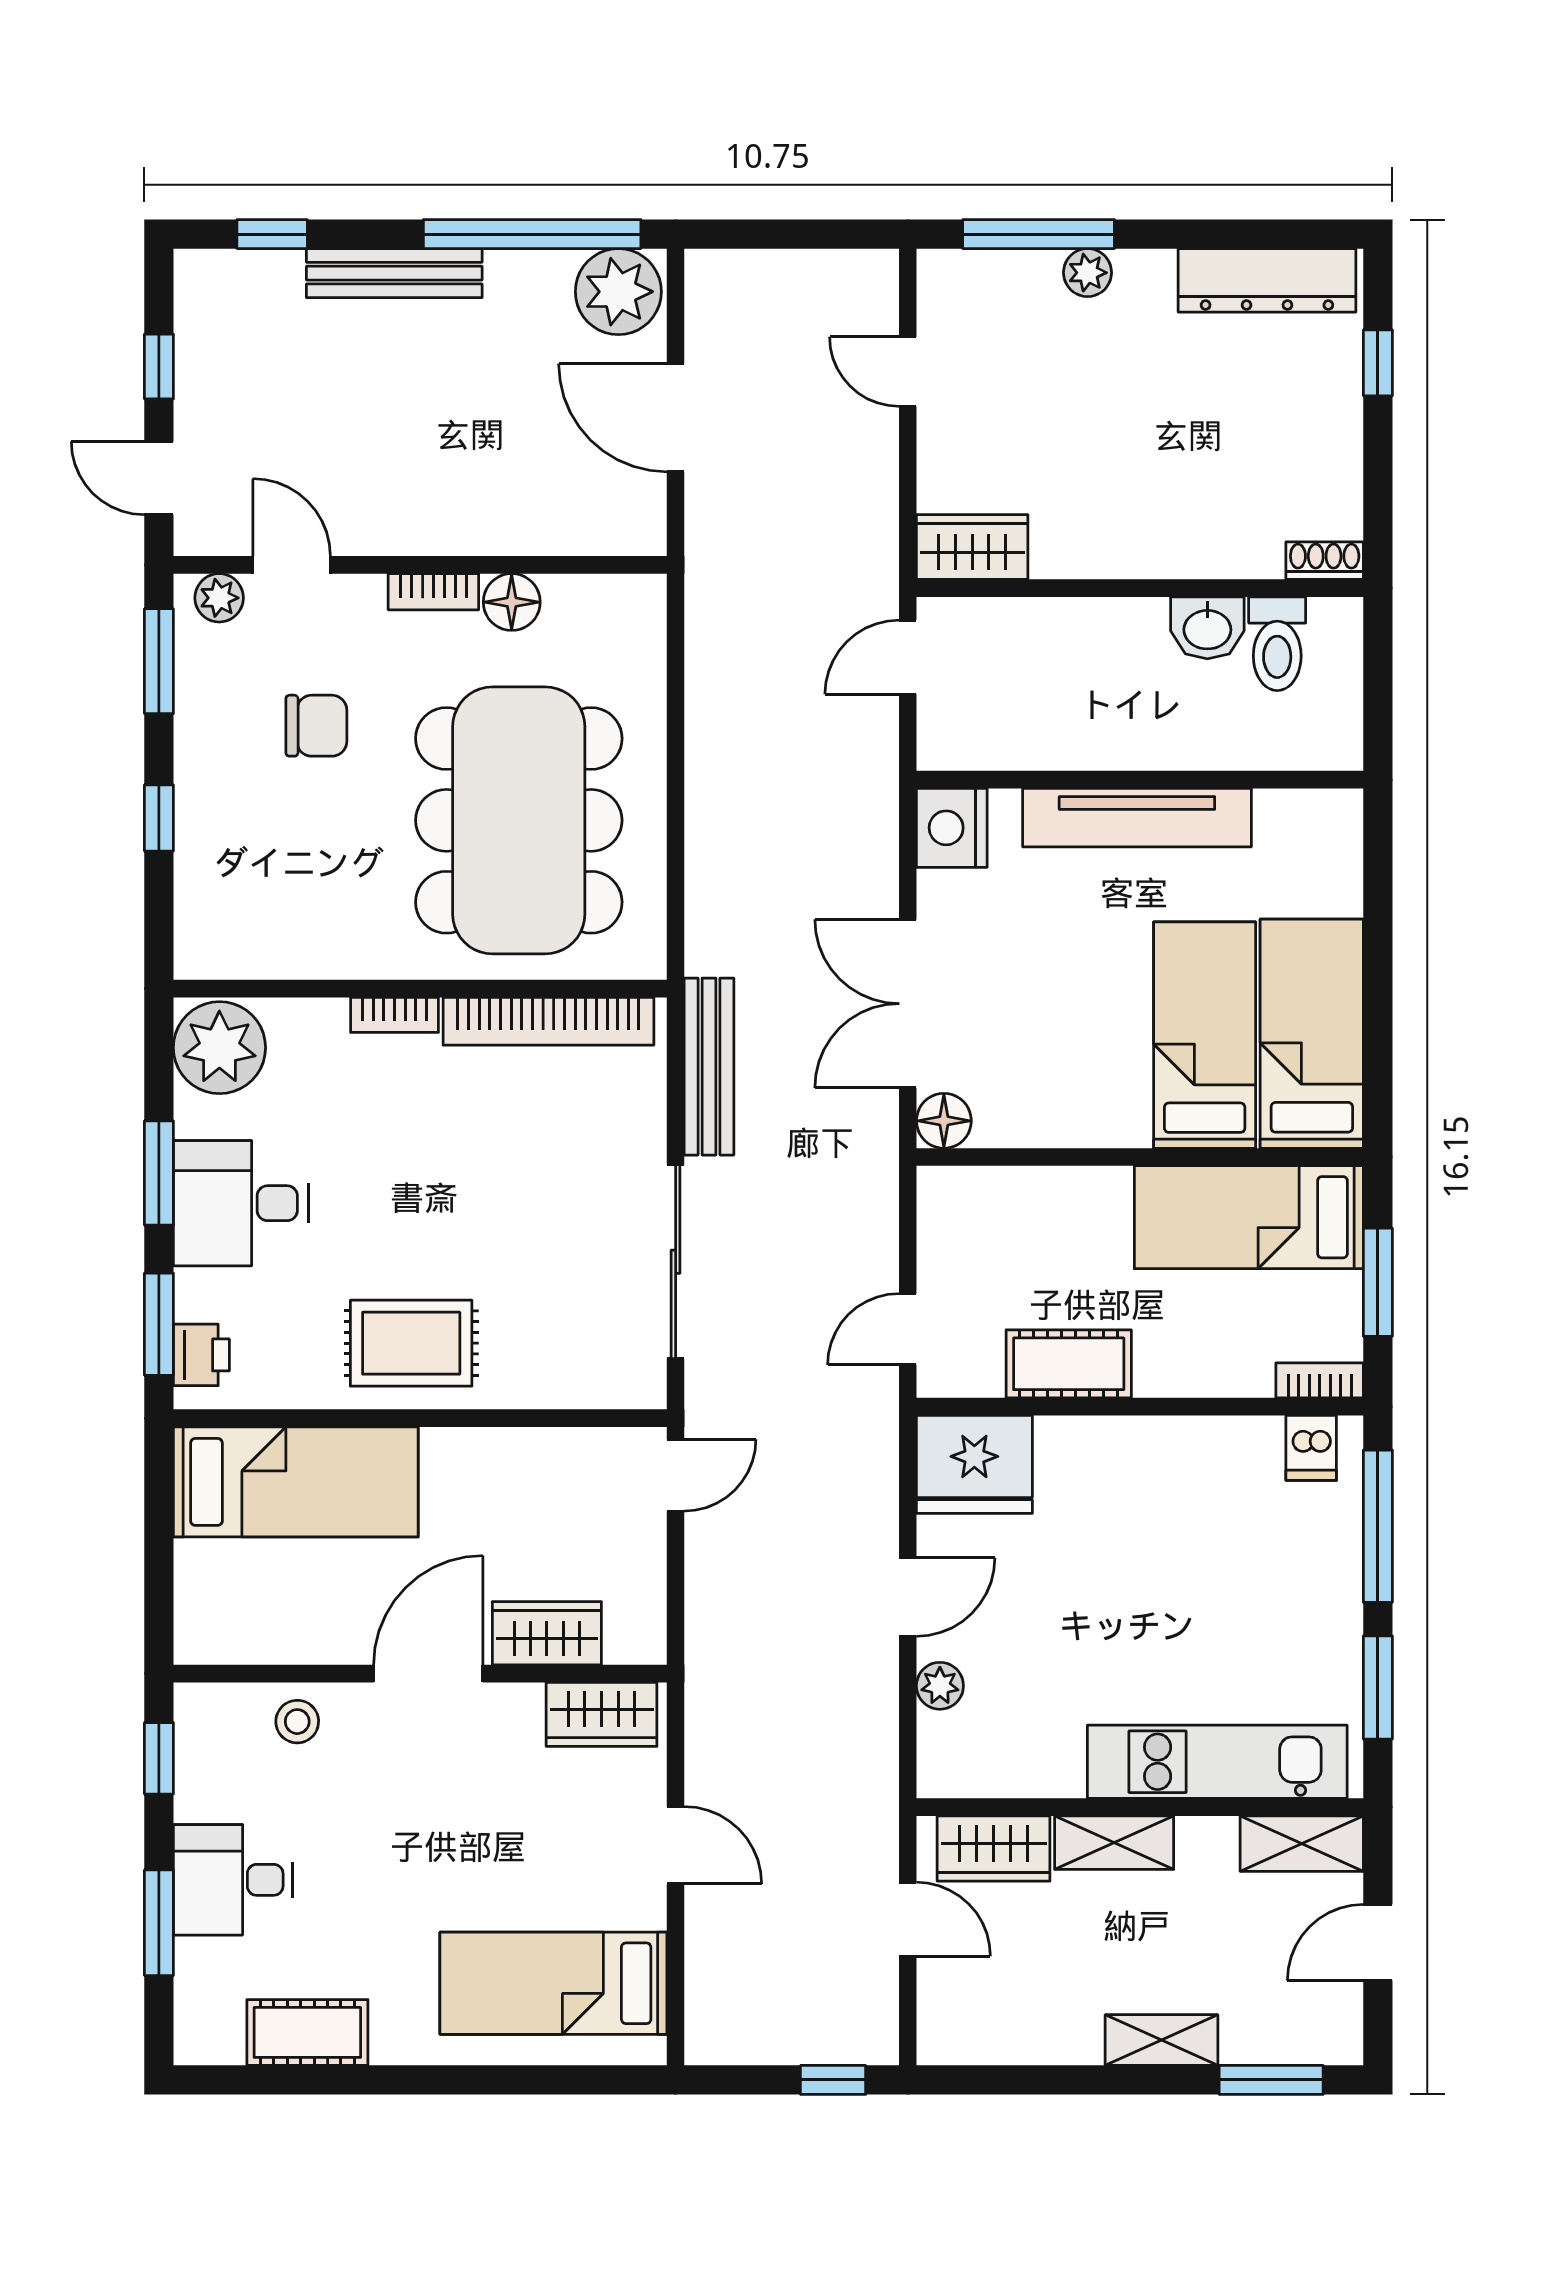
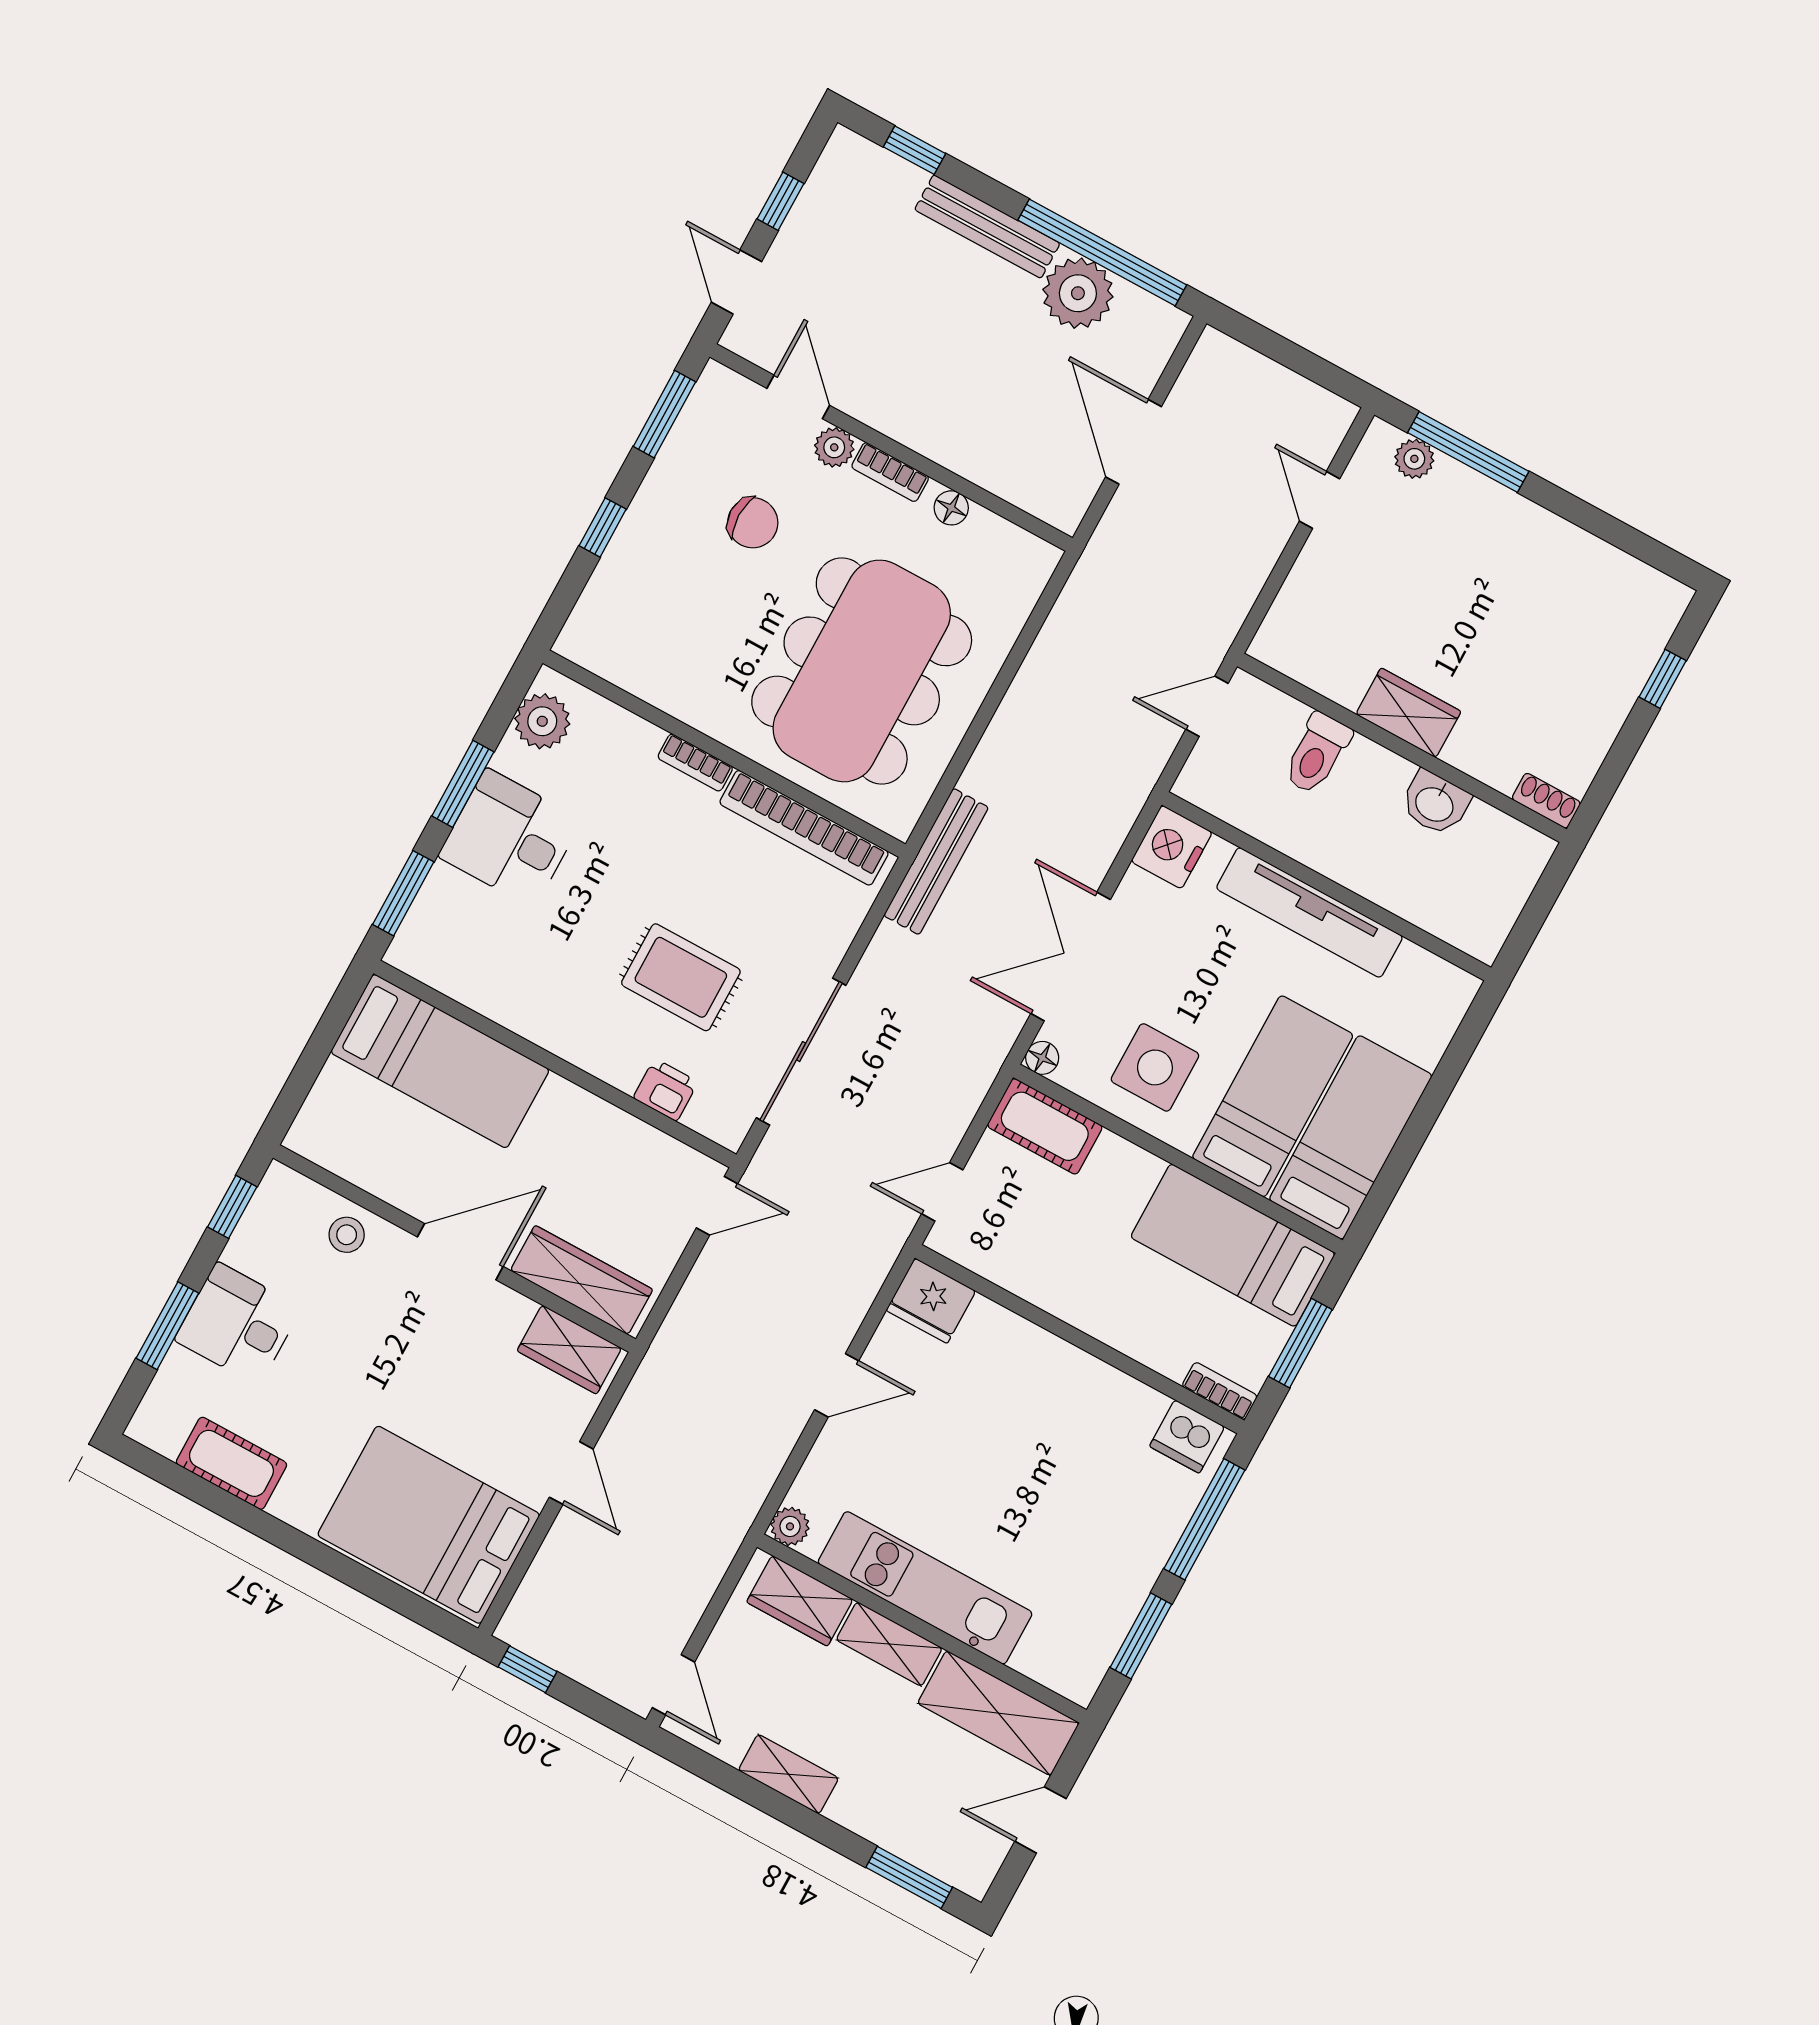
plant: (1088, 273) -> (1414, 459), moved
dresser: (1267, 280) -> (1615, 575), removed
plant: (618, 292) -> (1078, 293), moved
wardrobe: (972, 547) -> (1408, 713), moved
plant: (219, 598) -> (834, 447), moved
floor lamp: (512, 602) -> (951, 508), width x0.73, depth x0.73
toilet: (1277, 644) -> (1317, 754), moved
plant: (219, 1048) -> (542, 721), width x0.73, depth x0.73
bench: (709, 1067) -> (936, 861), moved
side table: (1062, 1073) -> (1155, 1067), added
floor lamp: (944, 1121) -> (1042, 1058), width x0.73, depth x0.73
rug: (411, 1343) -> (681, 977), moved
printer: (201, 1355) -> (666, 1090), moved, turned -90
cot: (1069, 1364) -> (1045, 1126), moved
dishwasher: (1311, 1448) -> (1187, 1436), width x1.38
fridge: (974, 1464) -> (931, 1301), width x0.73, depth x0.75
wardrobe: (547, 1633) -> (582, 1280), width x1.50
plant: (940, 1686) -> (790, 1526), moved
kitchen unit: (1217, 1762) -> (925, 1588), moved
shelving: (1302, 1844) -> (998, 1713), width x1.50, depth x1.33
door: (908, 1919) -> (673, 1685), moved
bed: (553, 1983) -> (429, 1525), width x1.50
shelving: (1162, 2040) -> (788, 1774), moved
window: (833, 2080) -> (527, 1669), moved

